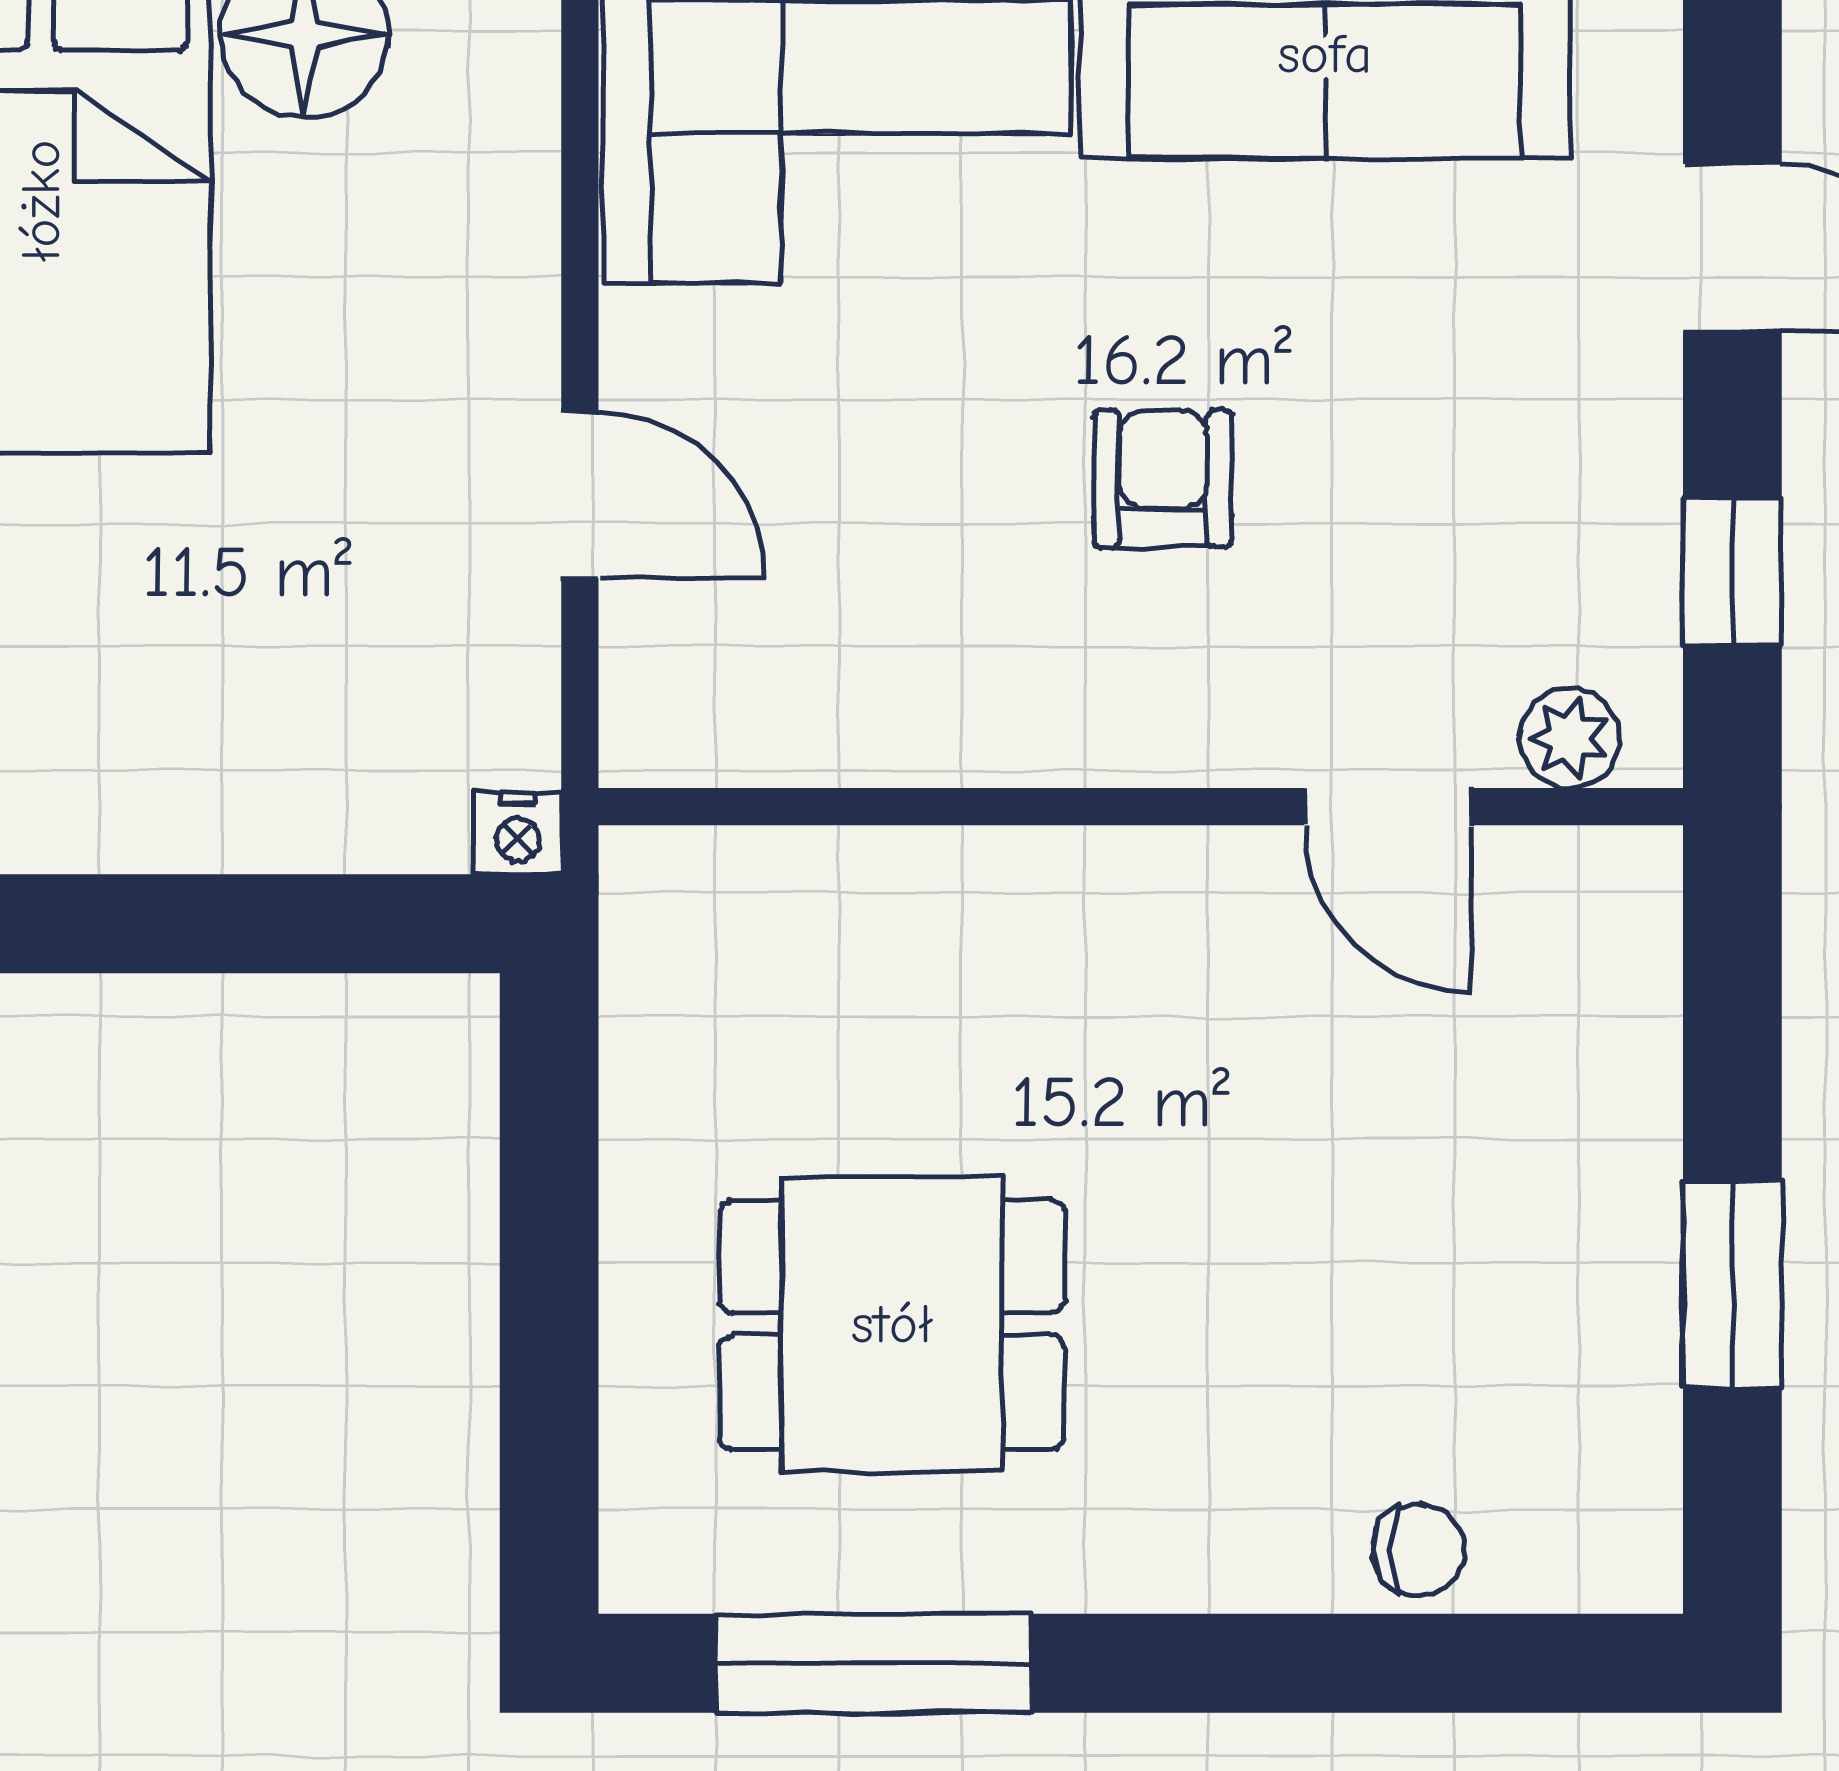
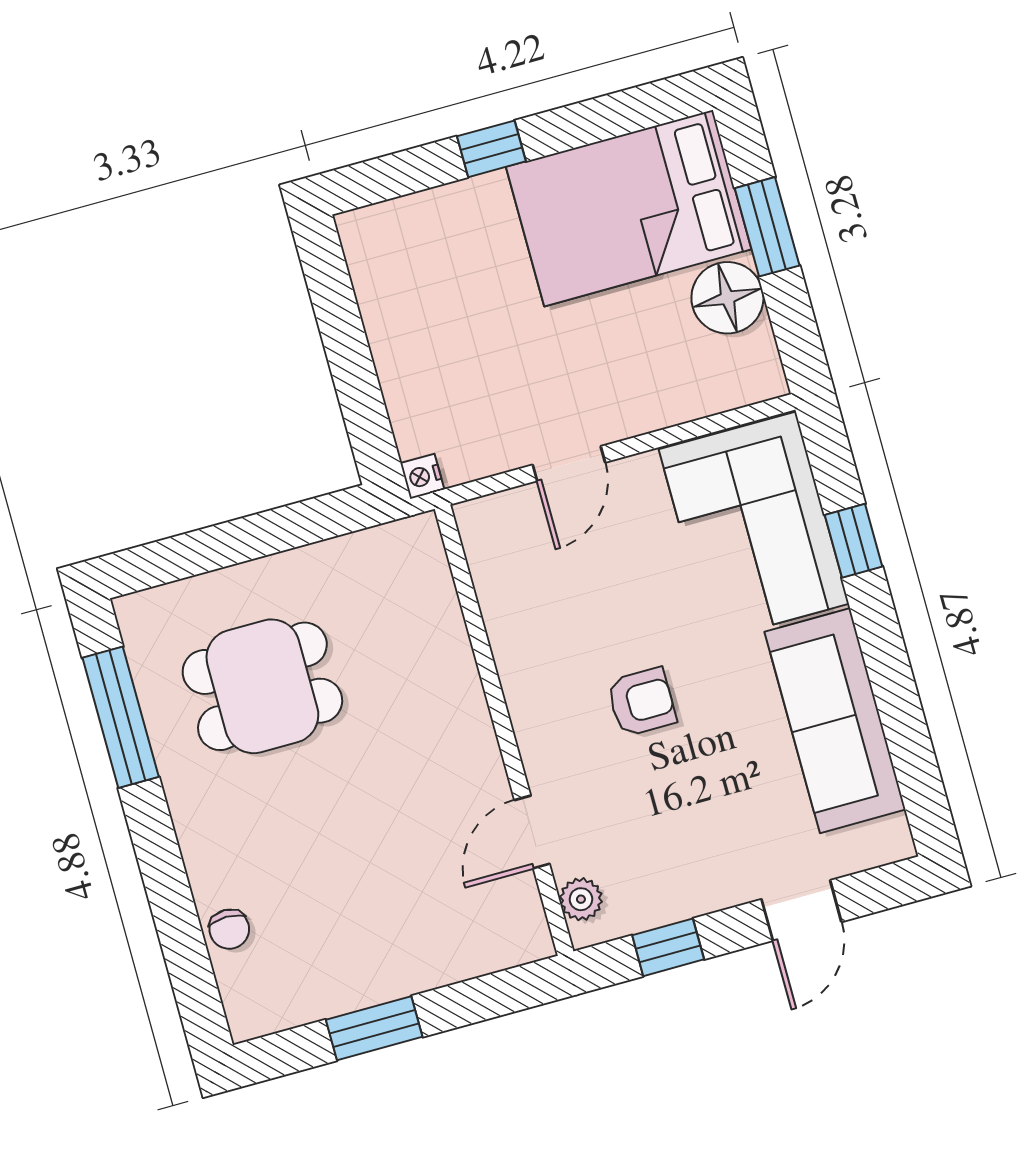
dining table: (892, 1324) -> (262, 686), turned 90

